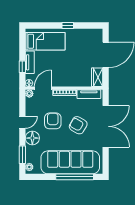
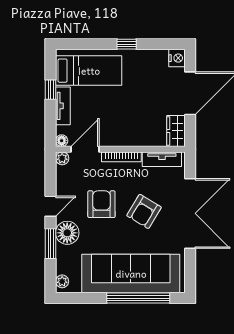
nightstand: (98, 34) -> (177, 58), added
window: (22, 67) -> (51, 90), moved
armchair: (78, 125) -> (144, 211), turned -89
window: (22, 155) -> (51, 244), moved

